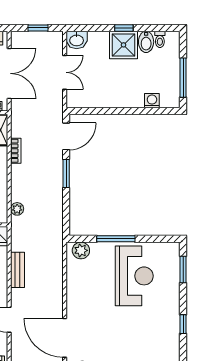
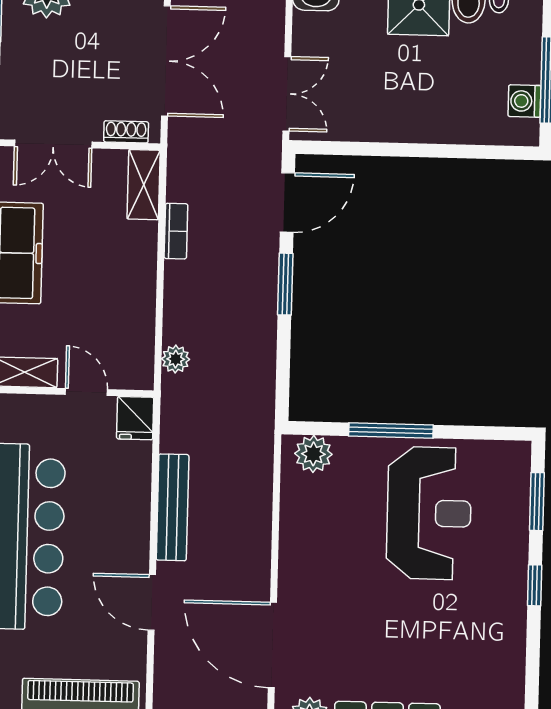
double door: (65, 72) -> (287, 94), moved
washing machine: (152, 101) -> (524, 101), moved, turned -90
bench: (17, 270) -> (173, 507), width x1.36
window: (183, 324) -> (535, 585), moved

